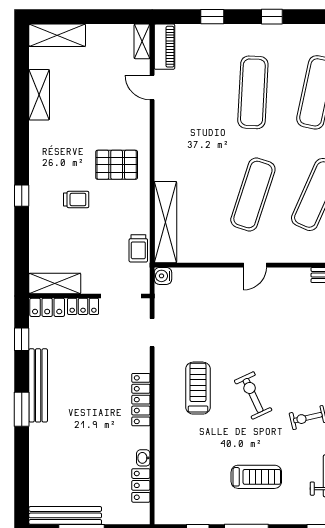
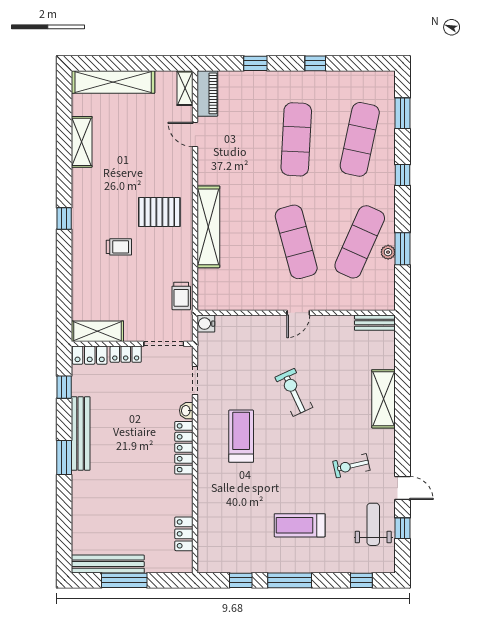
shelving: (57, 35) -> (113, 82), width x1.47
exercise mat: (253, 195) -> (296, 242), turned -33
window: (22, 196) -> (64, 218), moved
shelving: (165, 222) -> (208, 227), moved
exercise bike: (253, 395) -> (294, 392), moved
washbasin: (143, 458) -> (186, 411), moved
treadmill: (256, 477) -> (300, 525), turned 180

